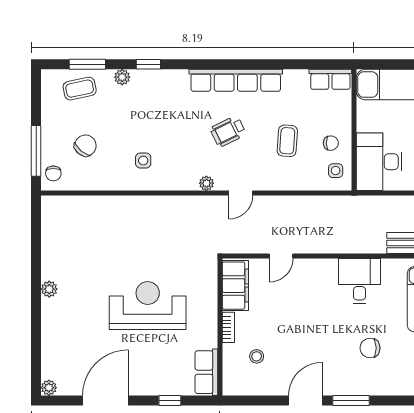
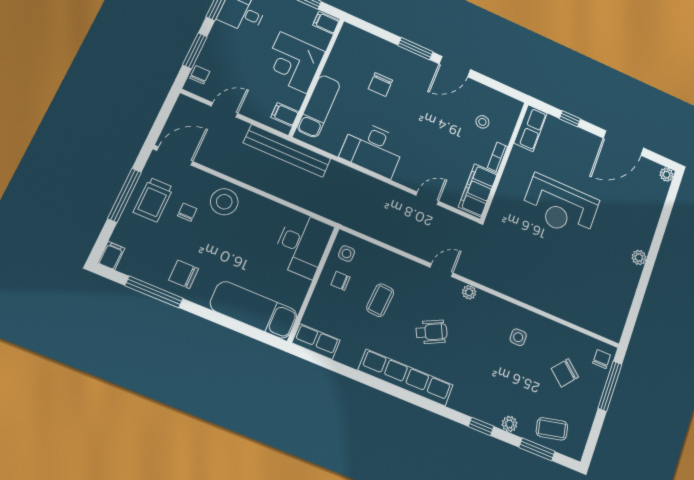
desk: (360, 281) -> (373, 149), width x1.37
chair: (370, 348) -> (380, 84), turned 91

